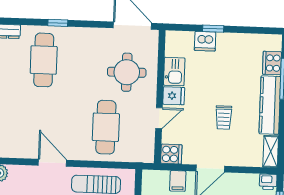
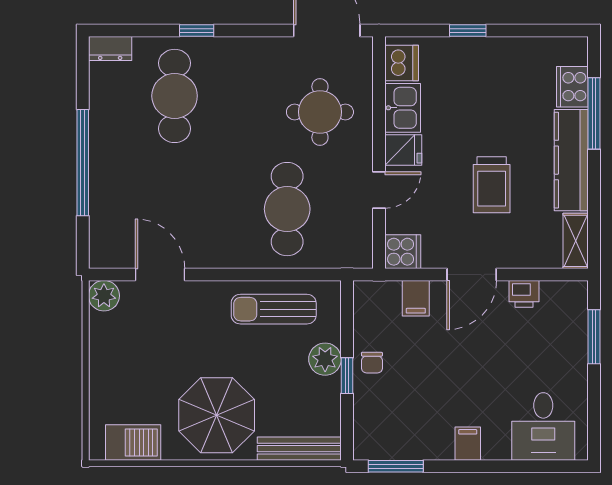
dishwasher: (205, 41) -> (402, 63), moved, turned -90
trolley: (224, 118) -> (492, 185), width x1.36, depth x1.39
door: (52, 163) -> (160, 274), moved
printer: (268, 182) -> (524, 294), moved

